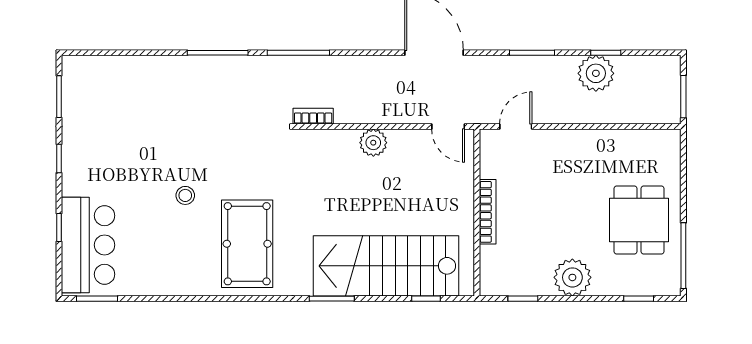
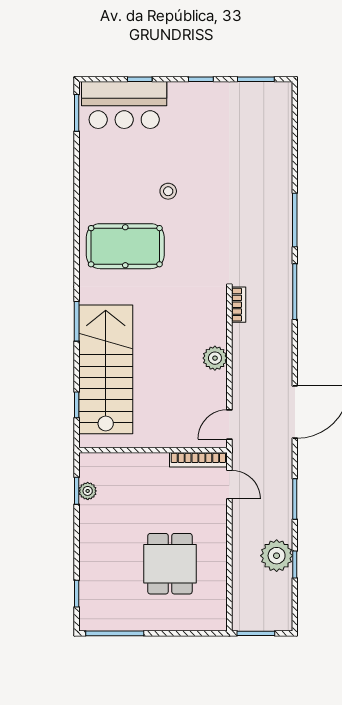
bookcase: (488, 212) -> (198, 460), moved
dining table: (639, 220) -> (170, 564), moved, turned 90
plant: (572, 277) -> (88, 491), moved, width x0.53, depth x0.53

